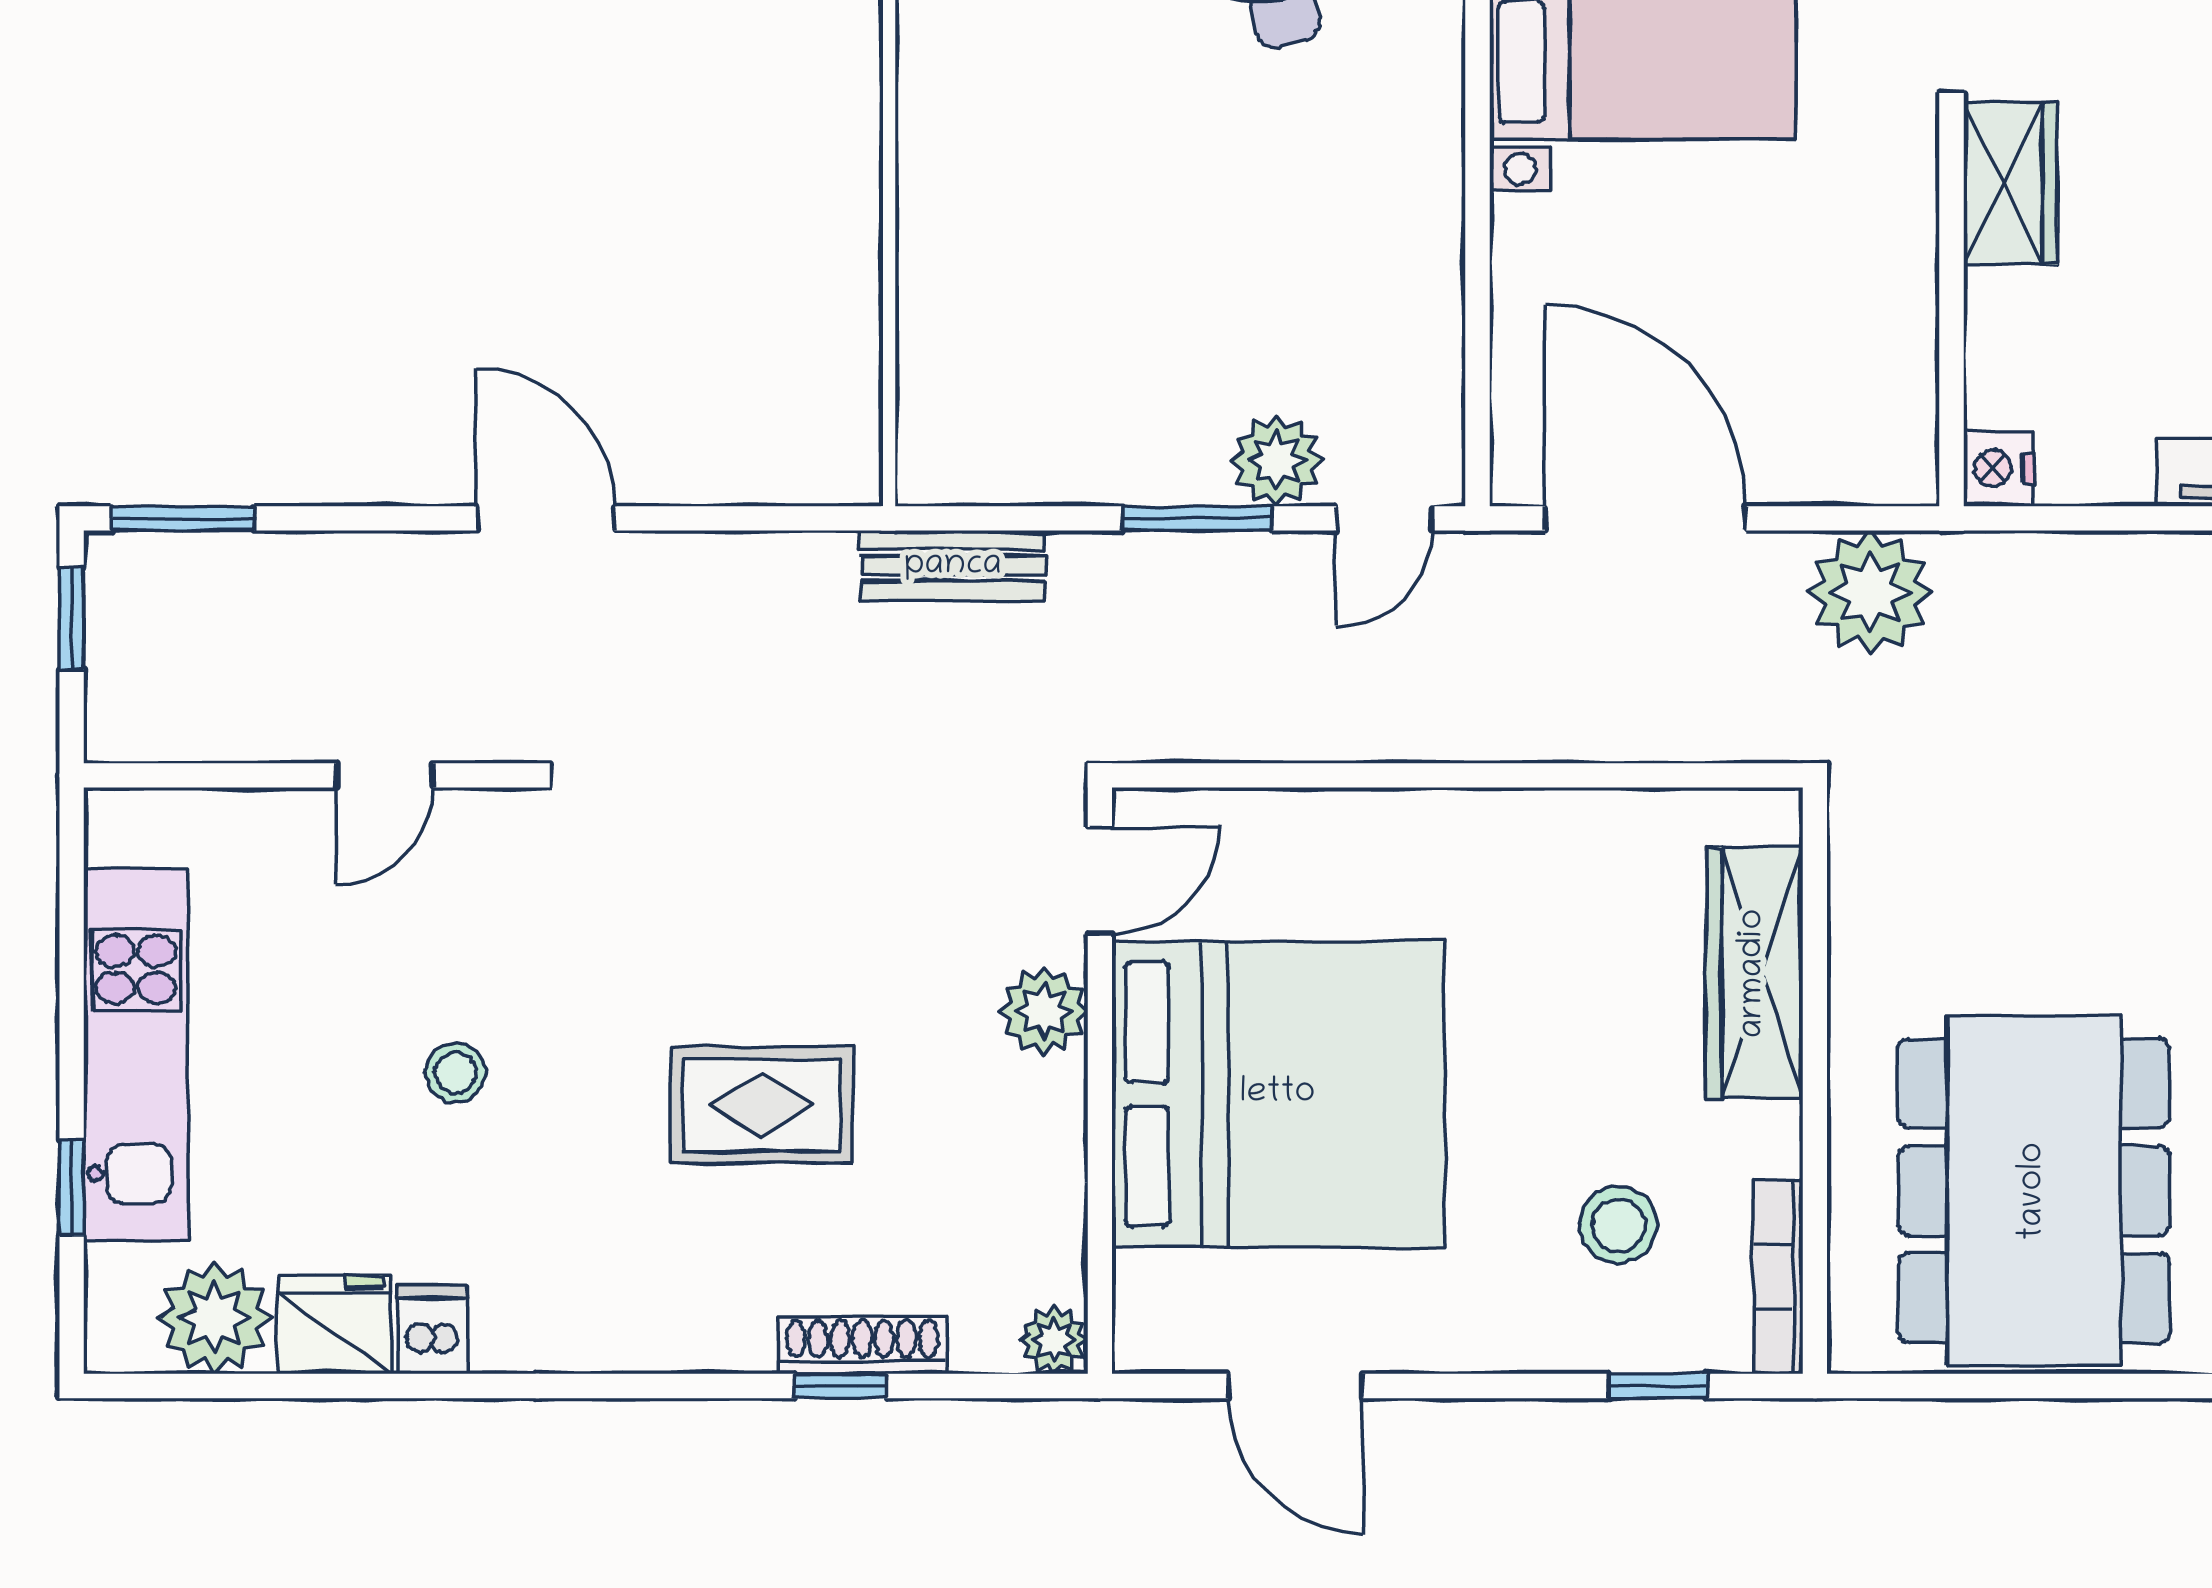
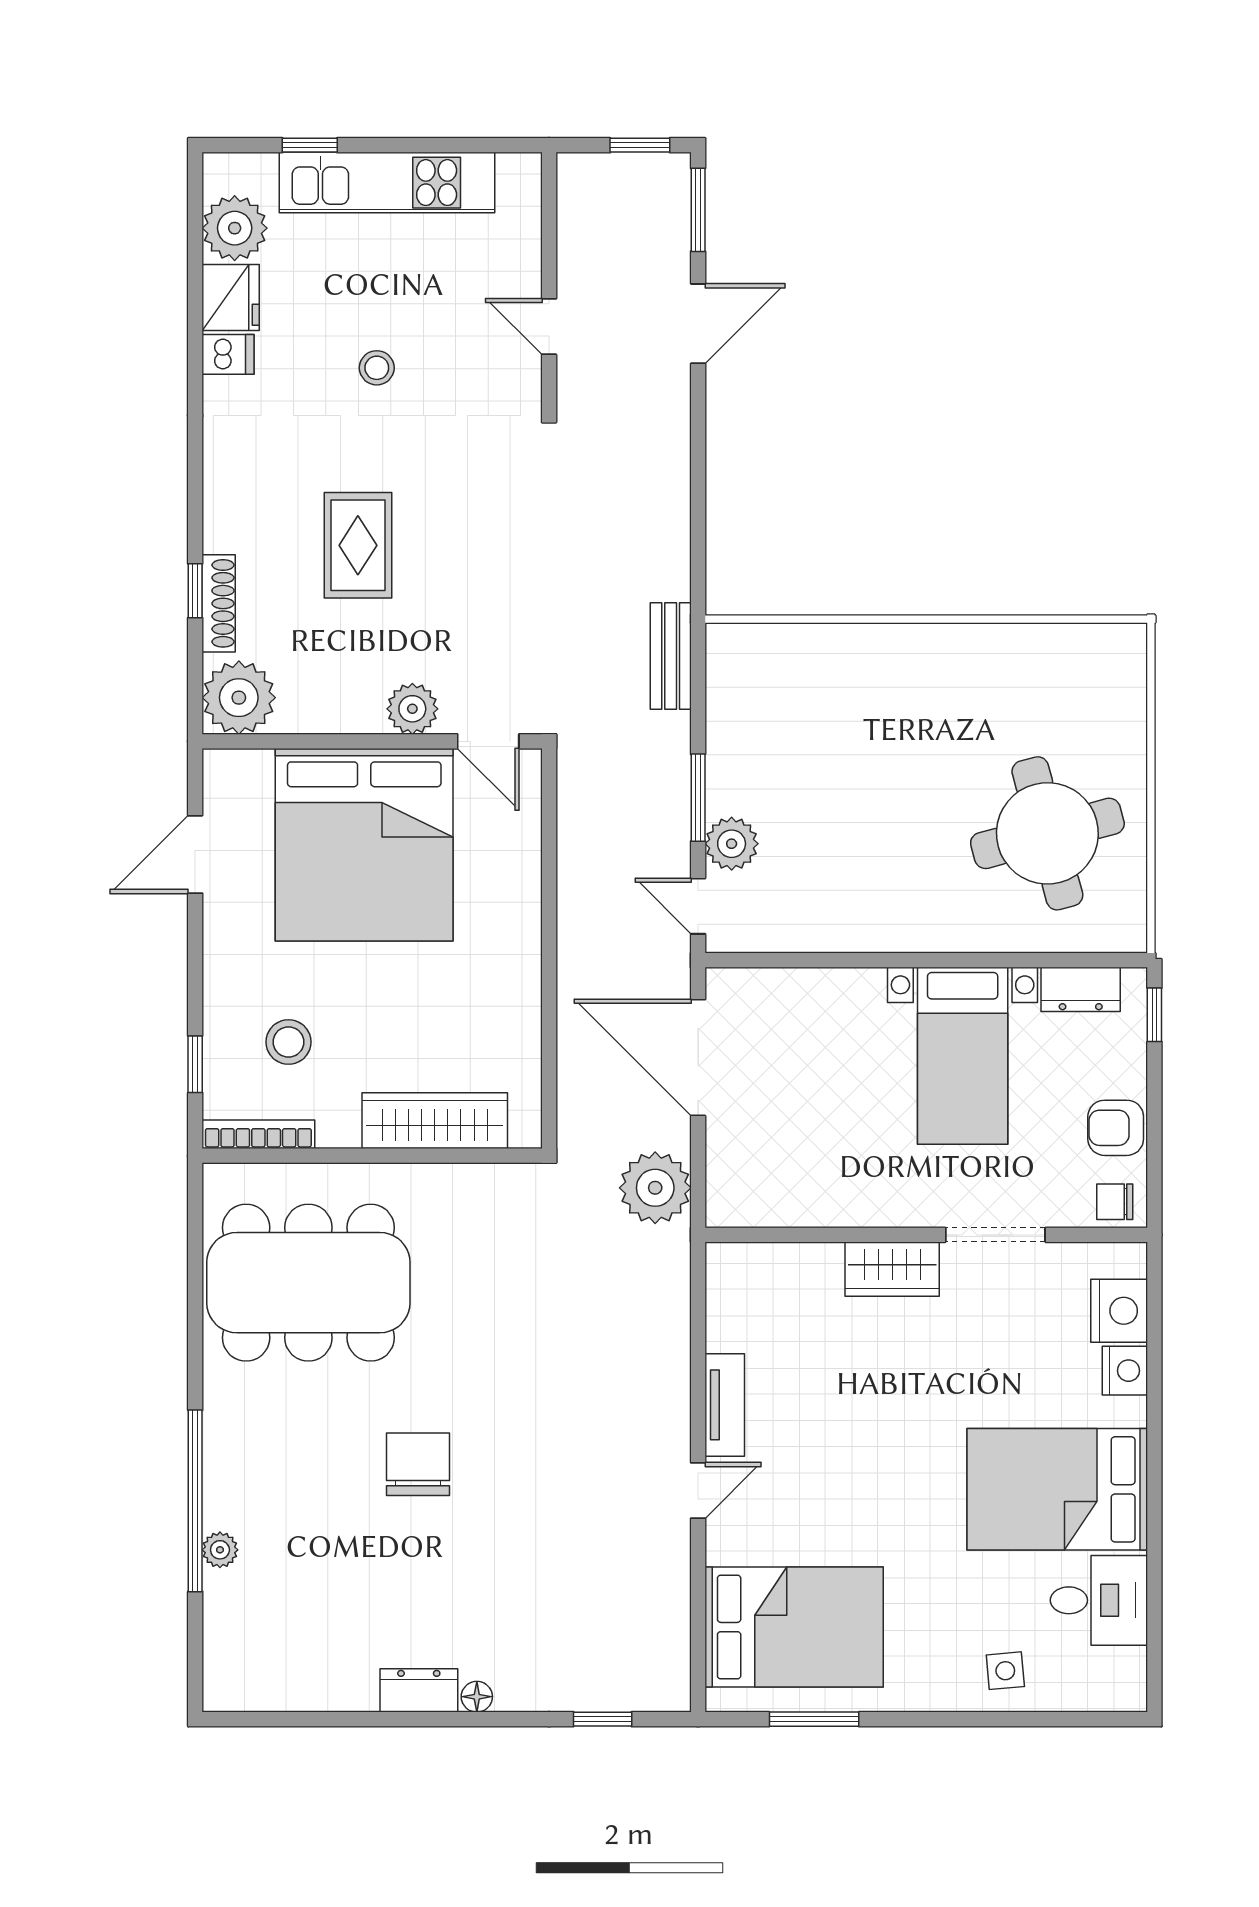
nightstand: (1998, 468) -> (727, 1262), removed
door: (545, 518) -> (698, 324), moved
door: (1646, 518) -> (698, 1058), swing flipped
plant: (1054, 1340) -> (239, 698), width x1.88, depth x1.88

